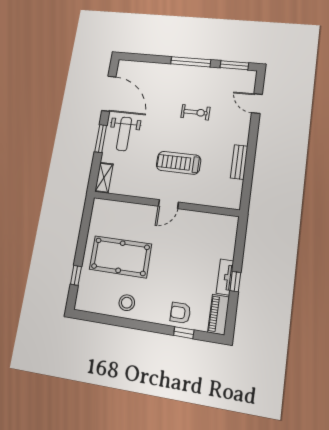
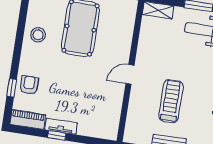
treadmill: (179, 163) -> (171, 101), moved
door: (168, 204) -> (130, 74), hinge flipped

